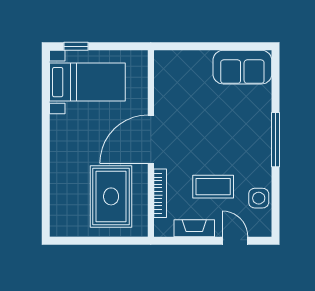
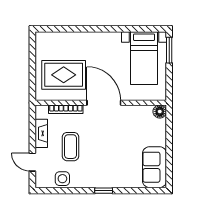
window: (76, 46) -> (169, 50), width x1.50
floor lamp: (163, 60) -> (160, 112), added
window: (276, 140) -> (104, 191), width x0.46
door: (235, 241) -> (32, 162), swing flipped

